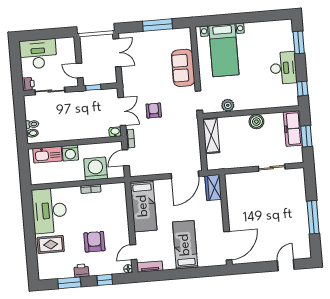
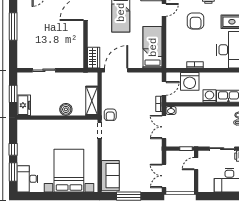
bed with nightstands: (224, 50) -> (69, 171), width x1.36
sofa: (183, 68) -> (110, 176), moved
desk: (283, 68) -> (27, 179), moved
door: (80, 71) -> (196, 164), swing flipped
window: (302, 89) -> (13, 149), moved
plant: (228, 105) -> (76, 125), removed
armchair: (154, 111) -> (110, 115), moved
boiler: (256, 122) -> (66, 109), moved
freezer: (293, 129) -> (24, 105), width x0.71

